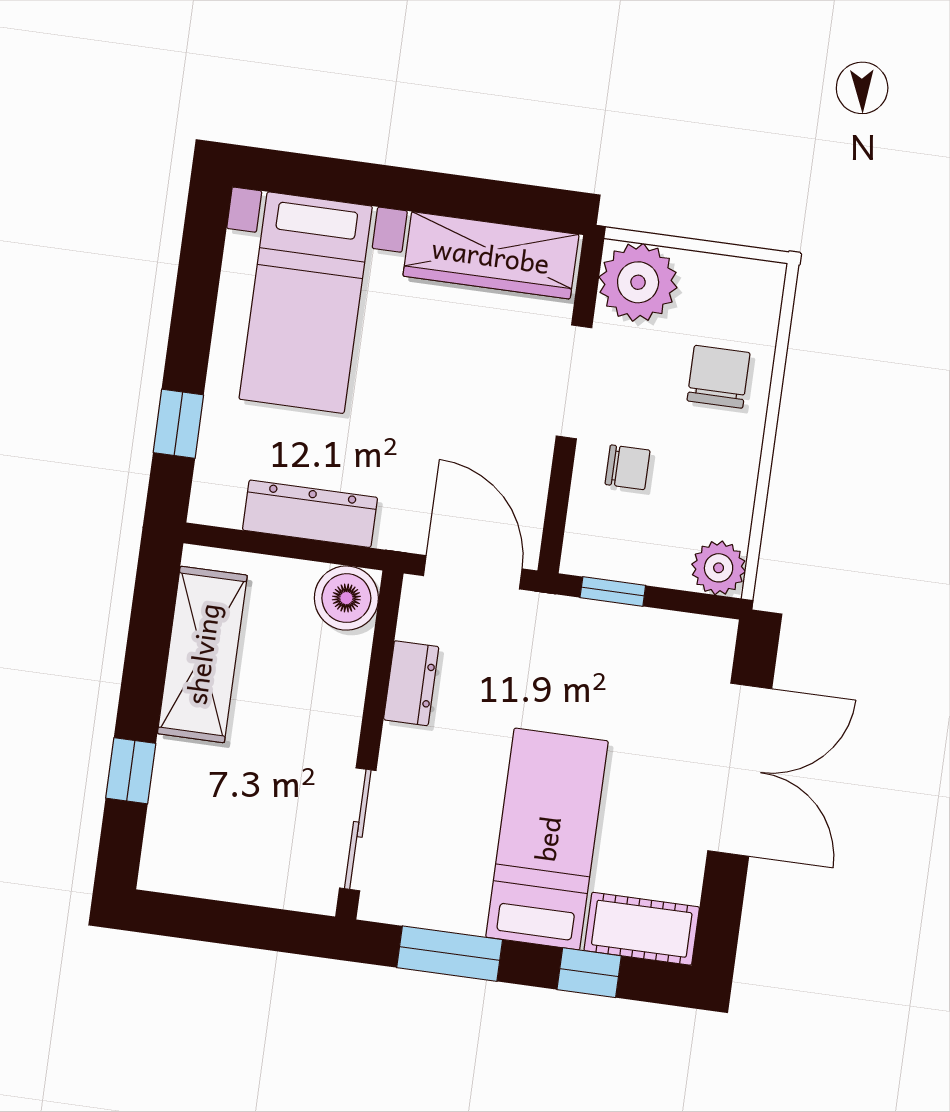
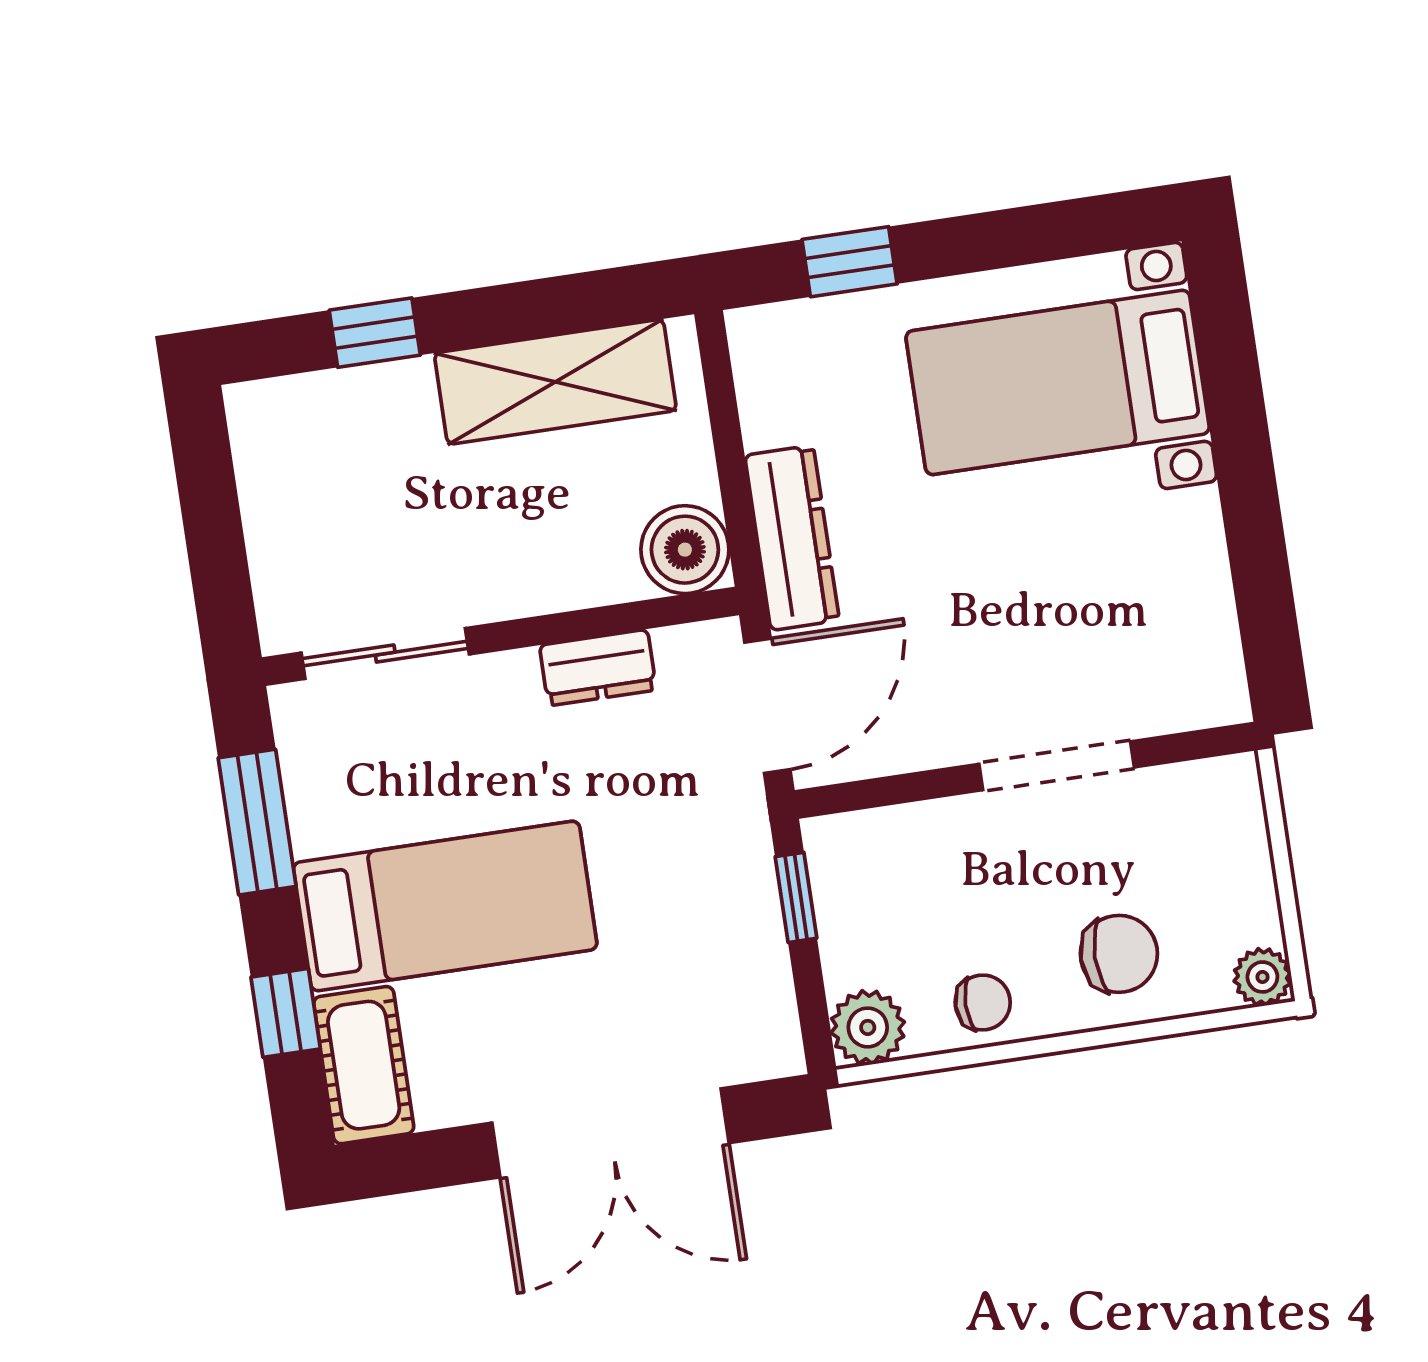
wardrobe: (491, 255) -> (1191, 608), removed
plant: (638, 282) -> (1262, 977), moved, width x0.53, depth x0.53
chair: (627, 467) -> (983, 1002), moved, turned -90
dresser: (310, 514) -> (792, 538), moved

